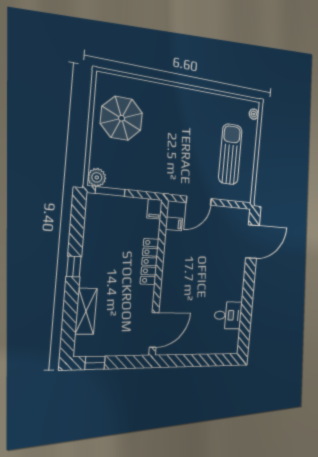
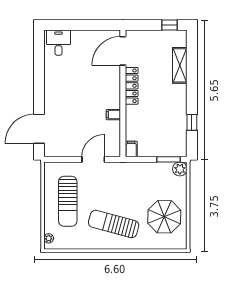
sun lounger: (183, 119) -> (114, 224), added
filing cabinet: (174, 224) -> (113, 115), moved
locker: (150, 262) -> (132, 86), moved
window: (74, 267) -> (192, 122), moved
desk: (228, 315) -> (59, 43), moved, turned 90

